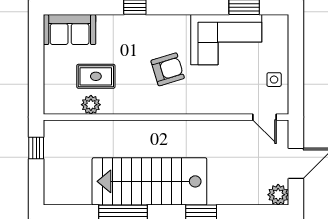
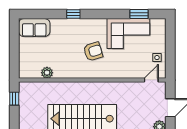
rug: (96, 76) -> (50, 56), removed
door: (264, 117) -> (151, 80), swing flipped

